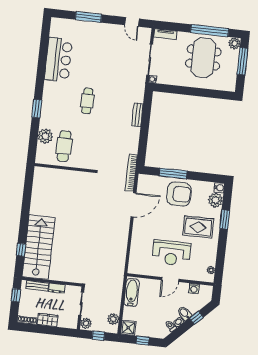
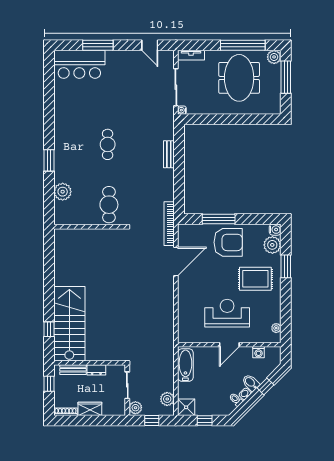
bar counter: (58, 60) -> (79, 64), moved, turned 90
cafe table: (64, 146) -> (109, 205), moved
reception desk: (171, 253) -> (227, 313), turned 180

